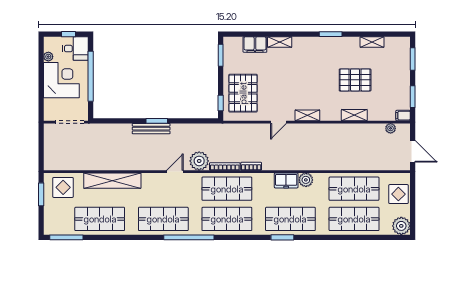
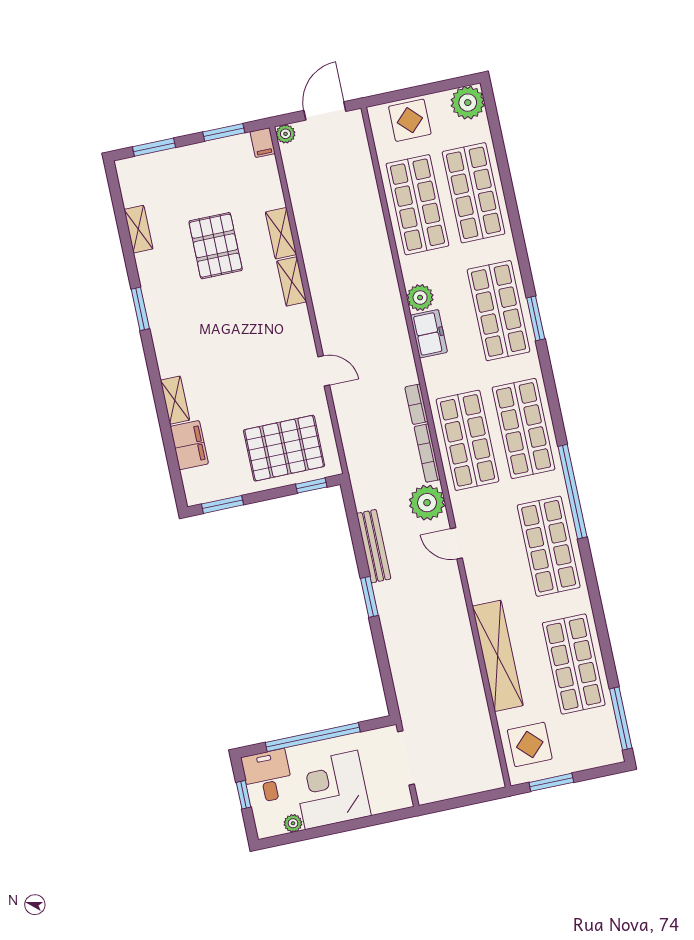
shelving: (307, 115) -> (292, 281), moved
plant: (391, 128) -> (286, 134), moved
bench: (151, 129) -> (374, 546), moved

